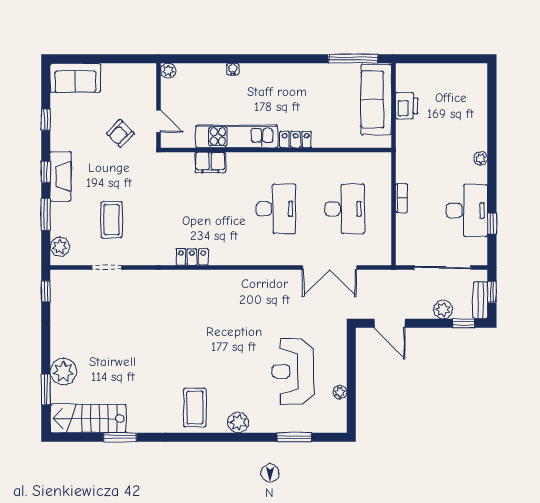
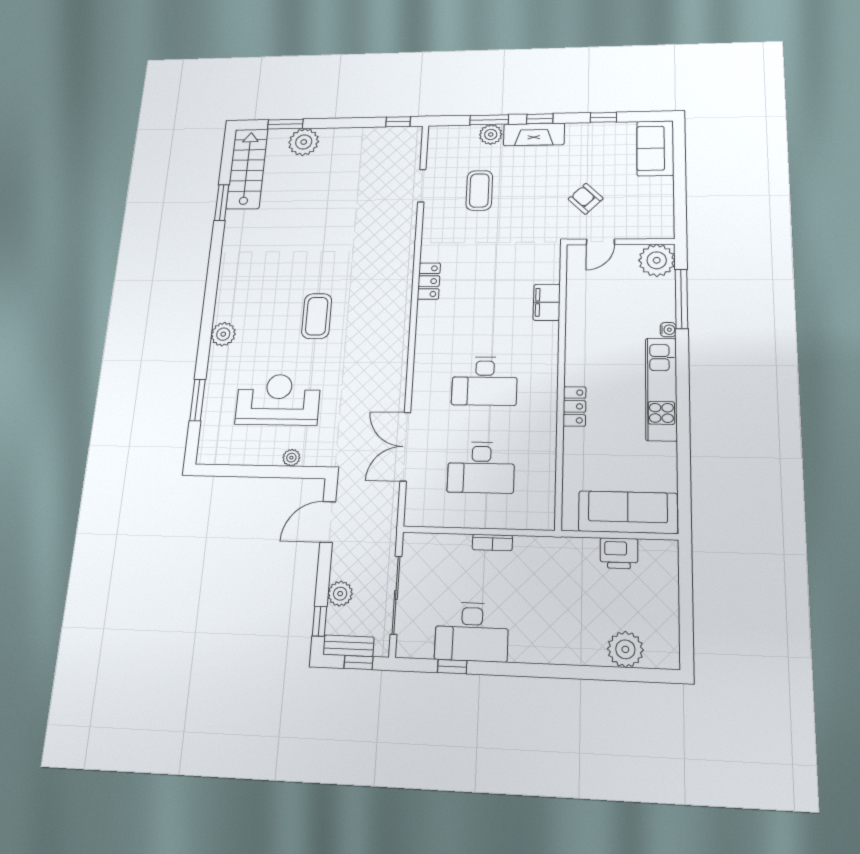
window: (353, 59) -> (681, 299), moved
plant: (168, 71) -> (657, 260), width x1.87, depth x1.87
kitchen unit: (237, 136) -> (661, 389), moved, turned 180
plant: (481, 158) -> (625, 649), moved, width x1.88, depth x1.88
coffee table: (112, 220) -> (479, 190), turned 90
plant: (60, 247) -> (491, 134), moved
plant: (340, 392) -> (291, 458), moved
coffee table: (195, 408) -> (317, 316), moved, turned 90

